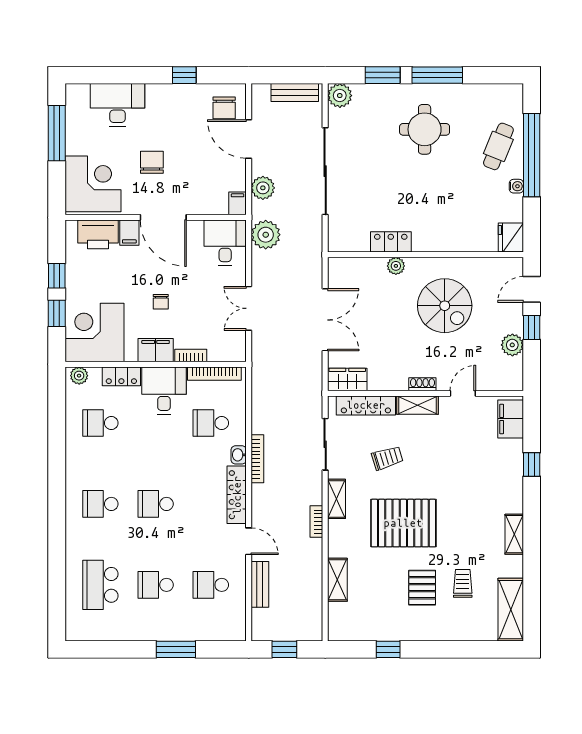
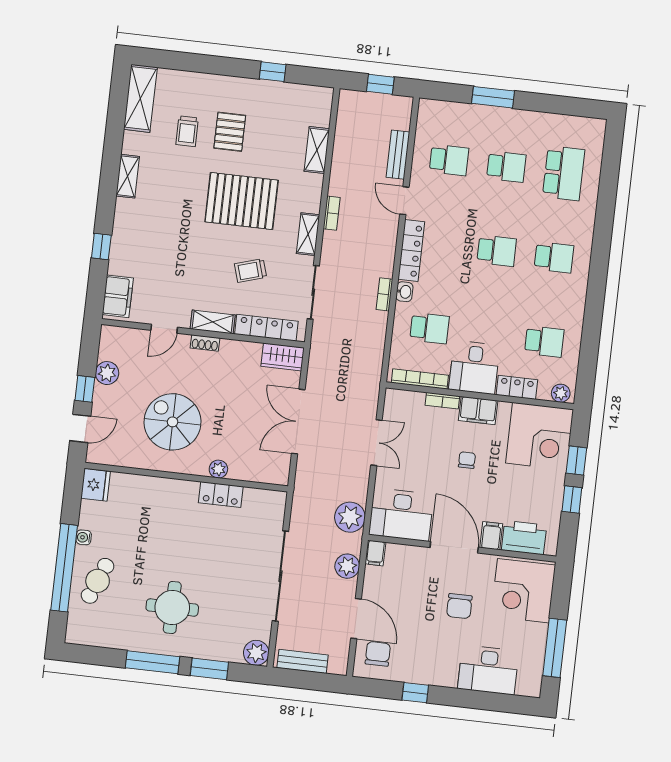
desk: (225, 243) -> (401, 515), width x1.37
bookcase: (257, 459) -> (384, 294), width x0.64

